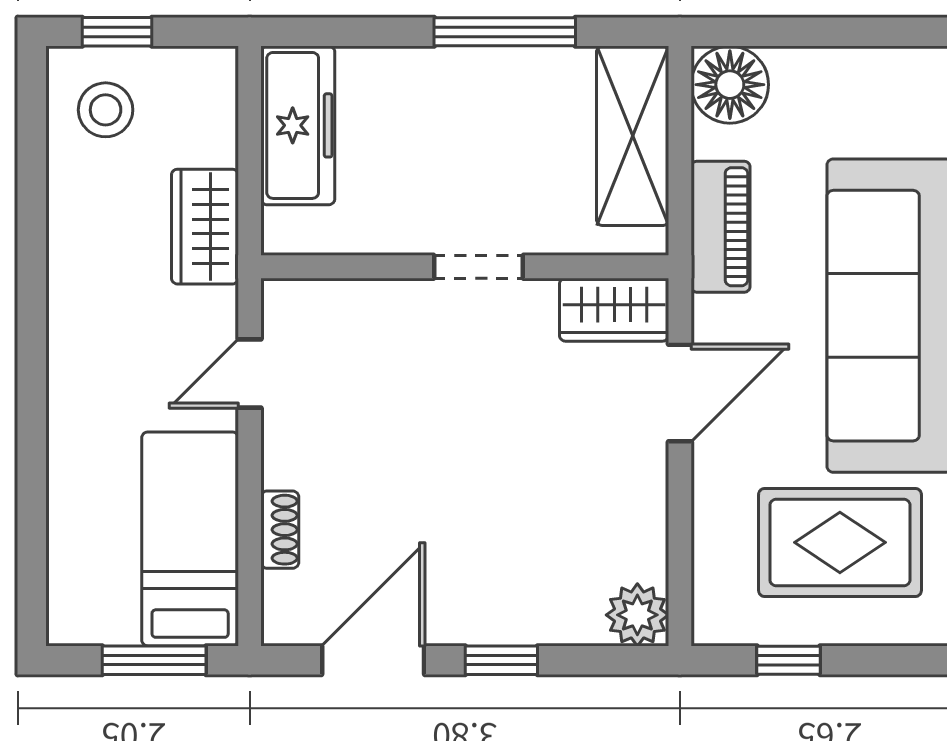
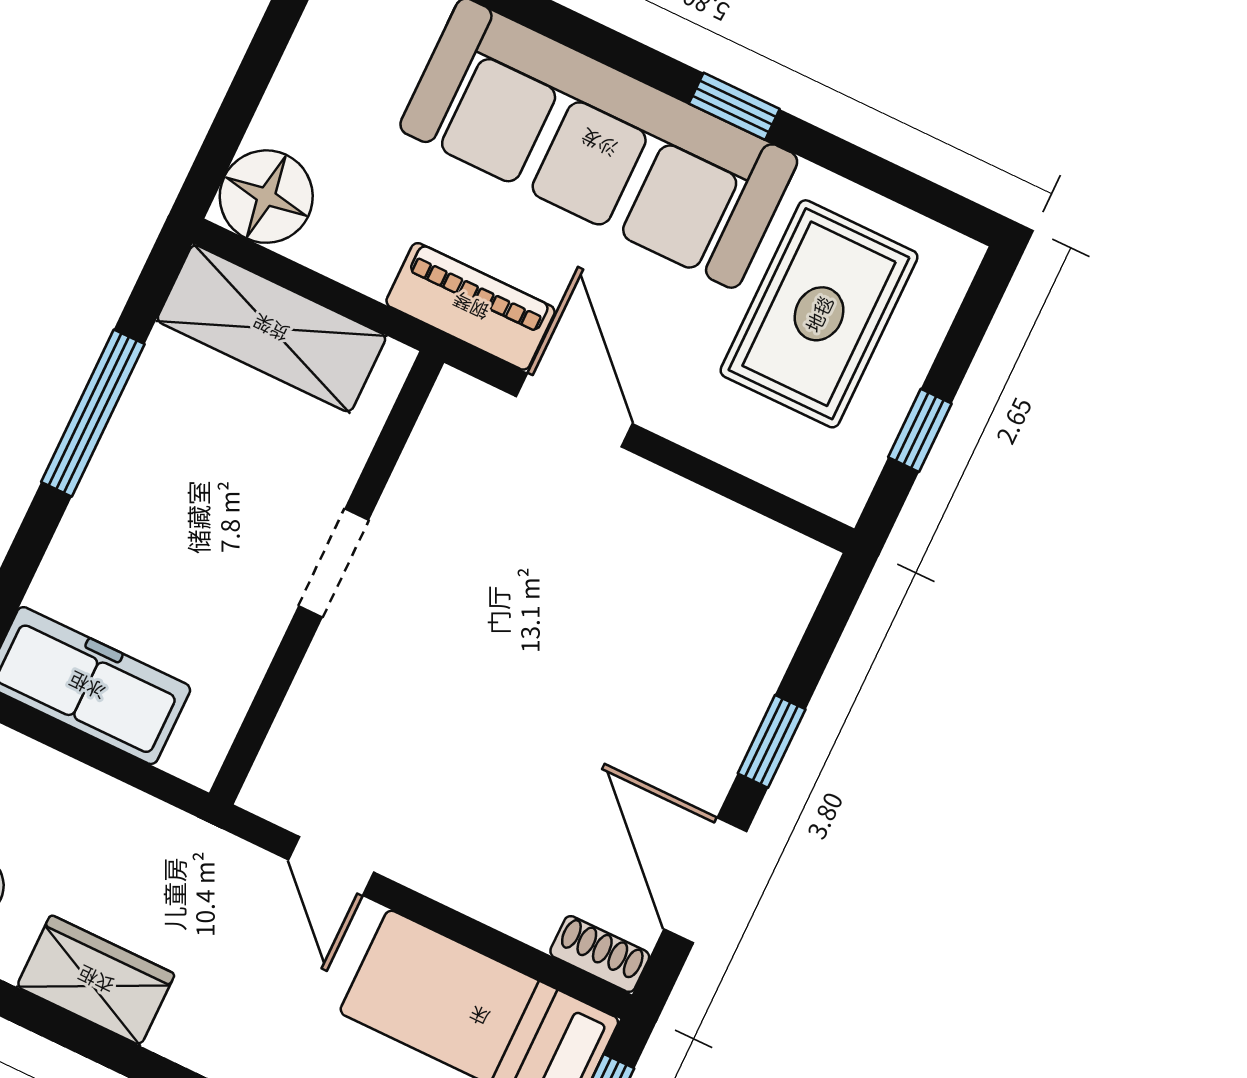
wardrobe: (205, 227) -> (96, 980), moved, turned 180
piano: (721, 227) -> (471, 306), moved
wardrobe: (614, 310) -> (450, 438), removed
shoe rack: (280, 530) -> (600, 954), moved
plant: (637, 615) -> (793, 571), removed

